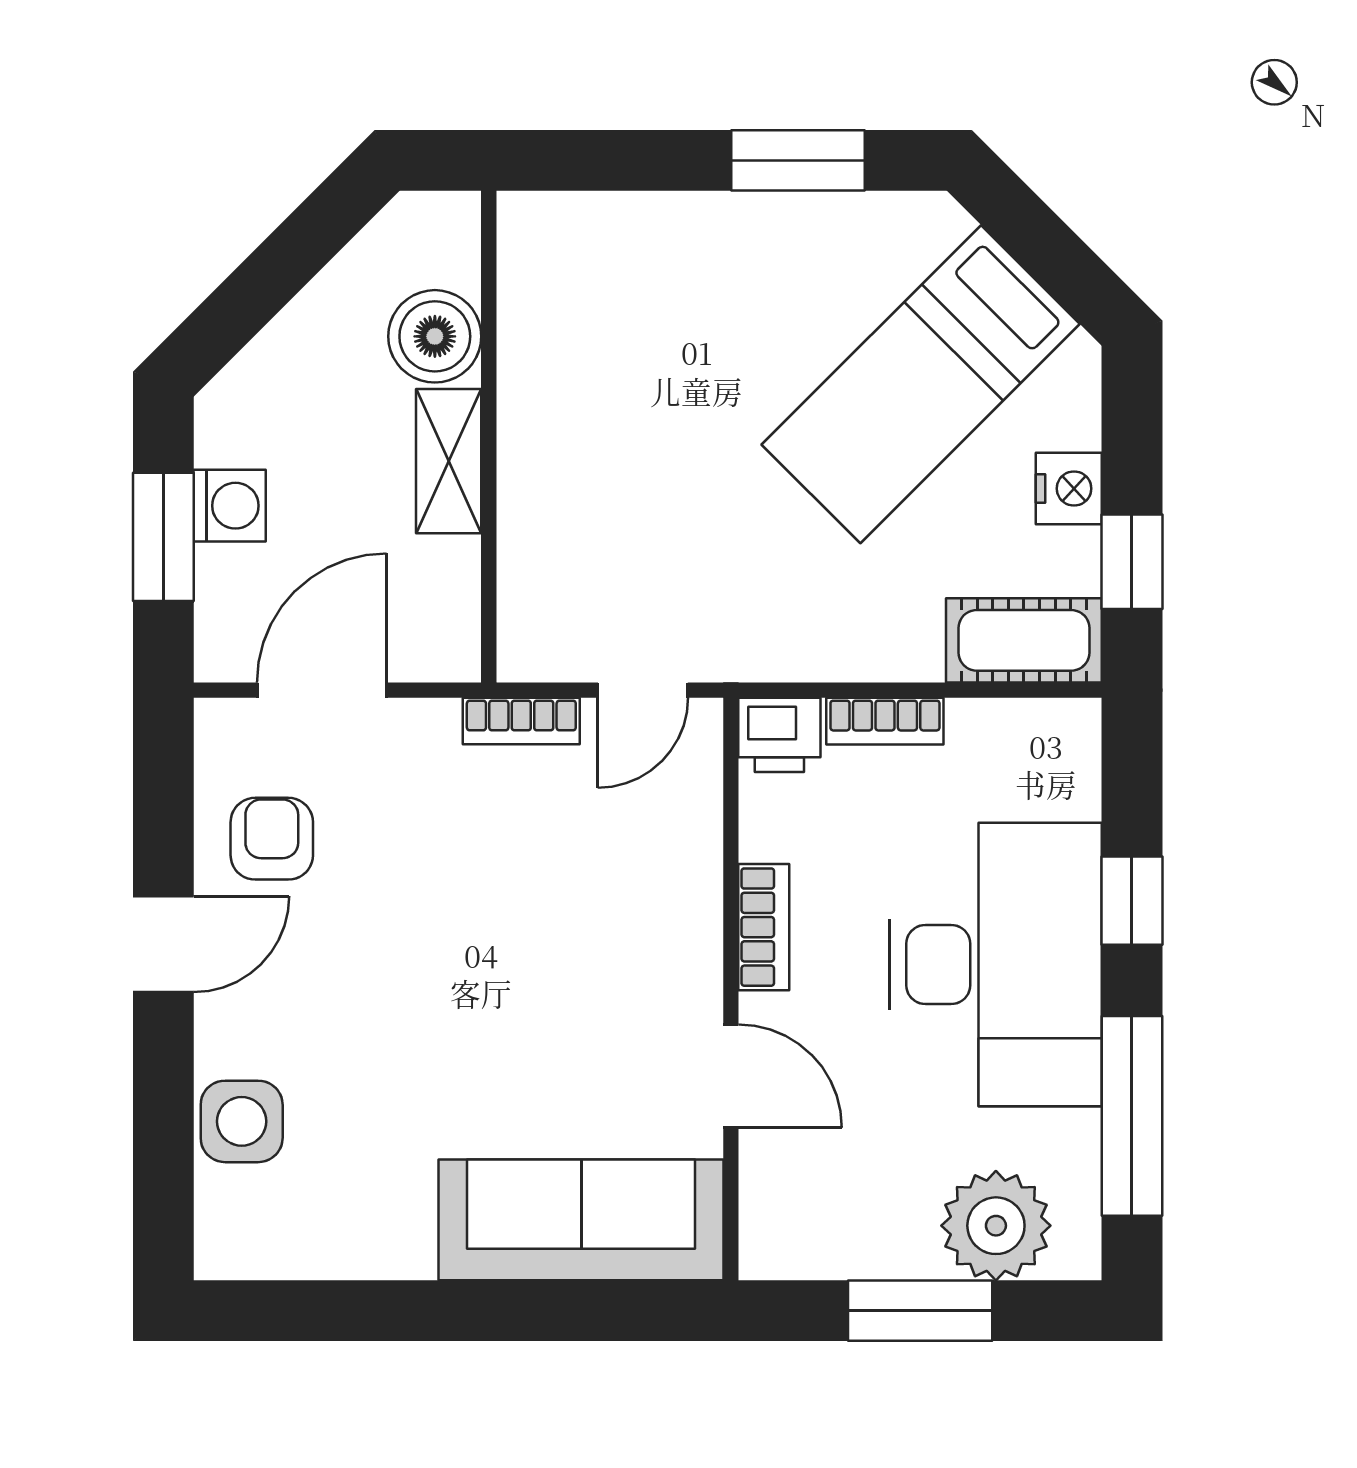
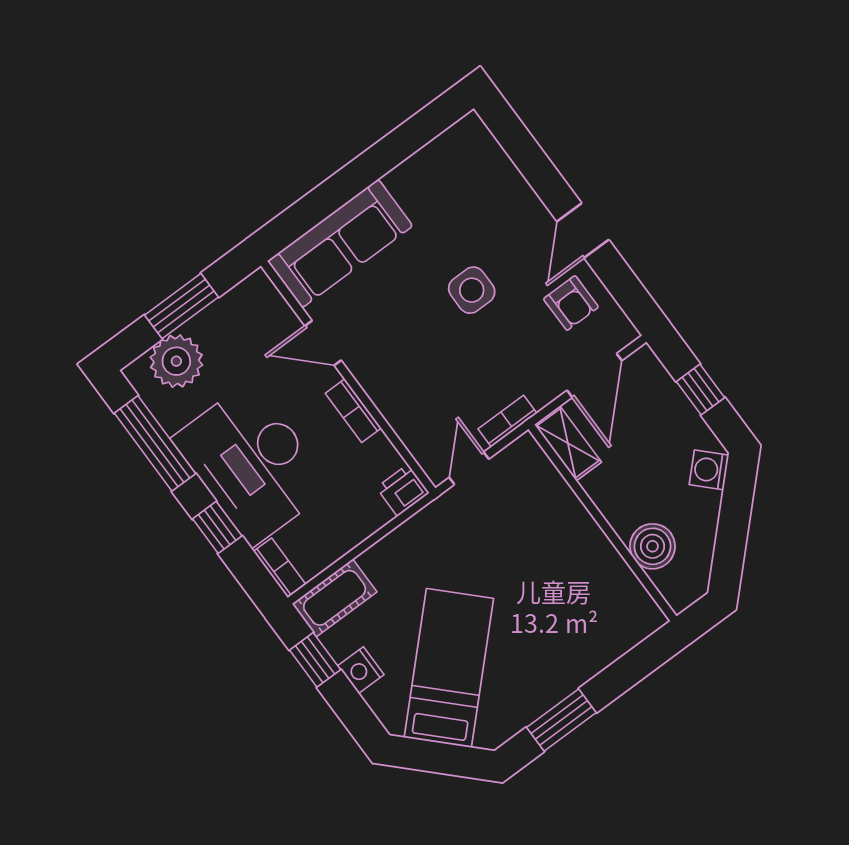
shelving: (449, 461) -> (568, 443), moved
washing machine: (230, 506) -> (709, 470), moved, turned 45
window: (163, 537) -> (701, 390), width x0.67
bookcase: (885, 721) -> (279, 568), moved, turned 90
side table: (242, 1121) -> (472, 290), moved

